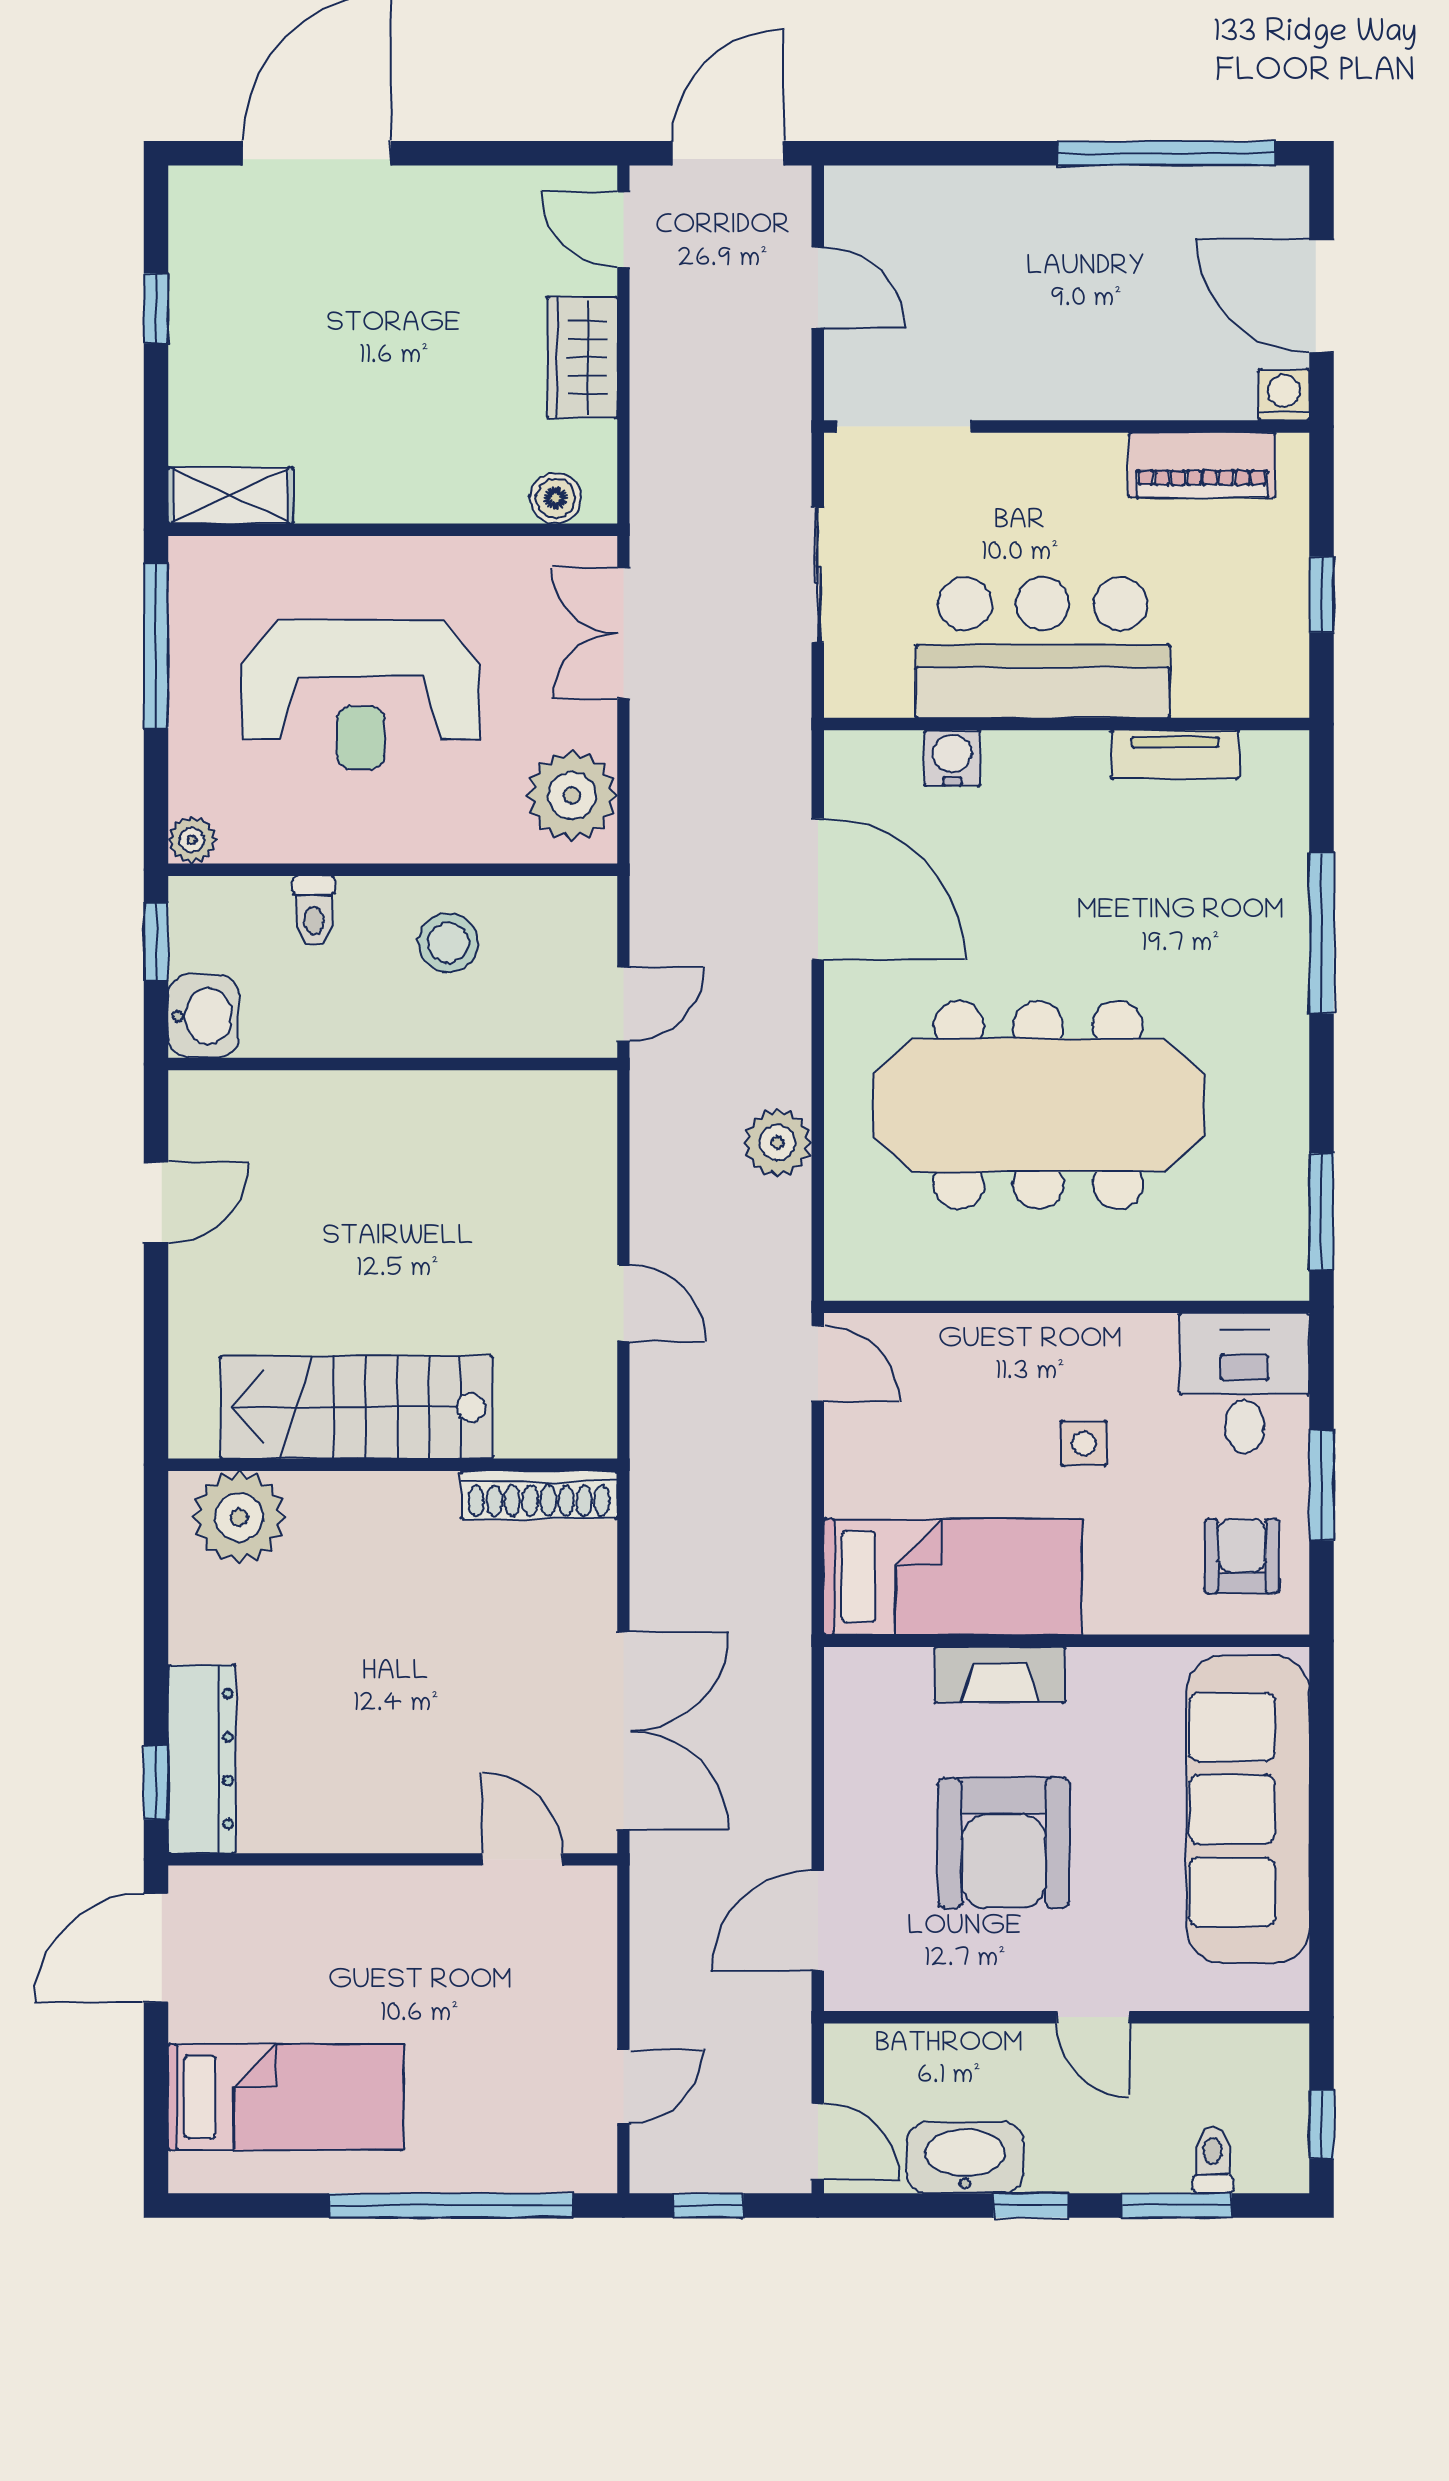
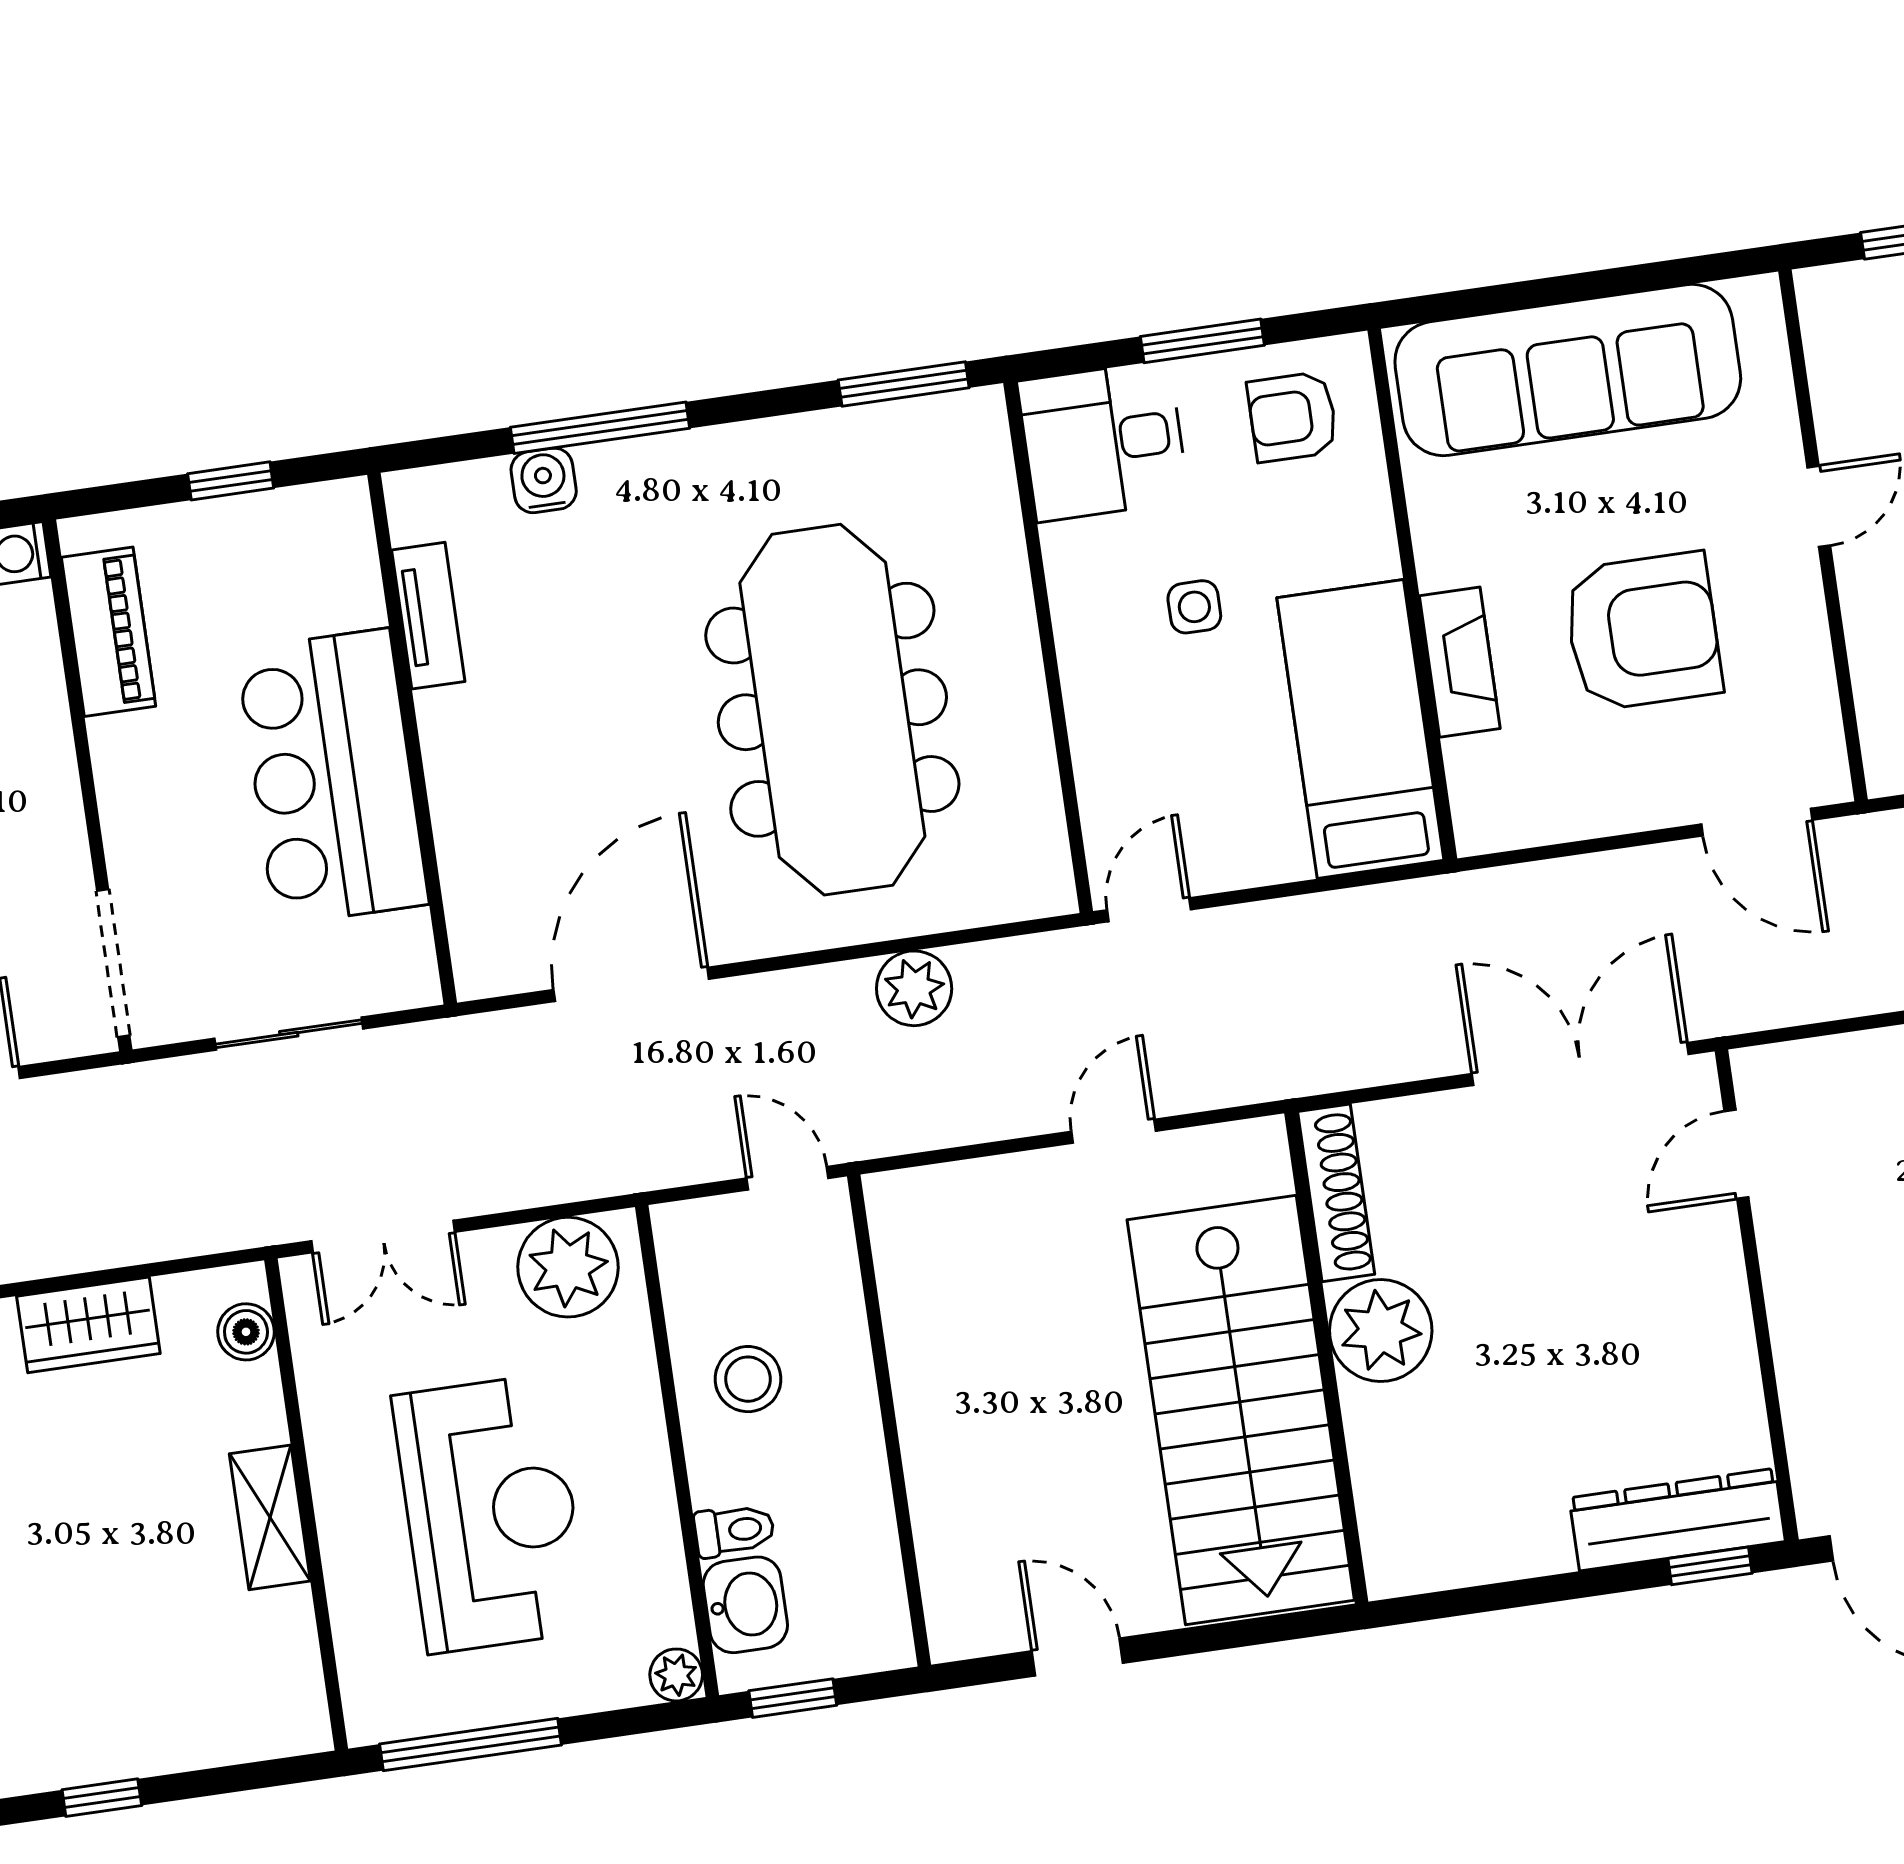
shelving: (231, 496) -> (270, 1517), moved
water cooler: (952, 758) -> (544, 480), moved, turned 90
washbasin: (203, 1016) -> (745, 1605), moved, turned 90
stairs: (357, 1407) -> (1241, 1410), width x1.36, depth x1.51
plant: (239, 1517) -> (1381, 1330), moved

